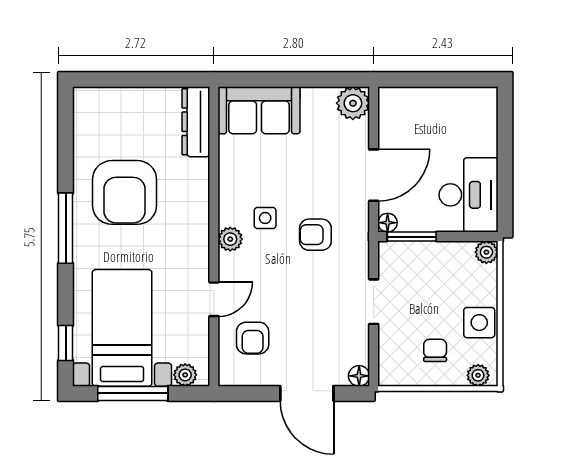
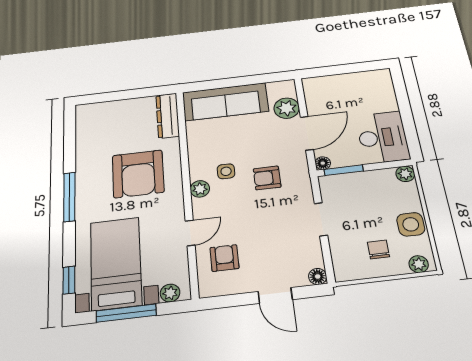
plant: (353, 103) -> (287, 108), moved
sofa: (259, 110) -> (225, 102), width x1.36
armchair: (125, 192) -> (138, 174), moved
armchair: (253, 338) -> (224, 258), turned 180
door: (307, 393) -> (275, 296), width x0.73

